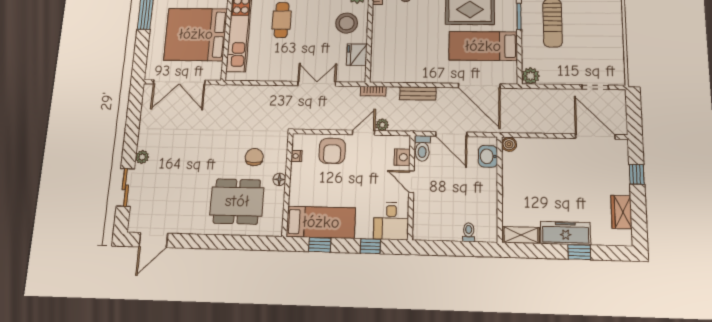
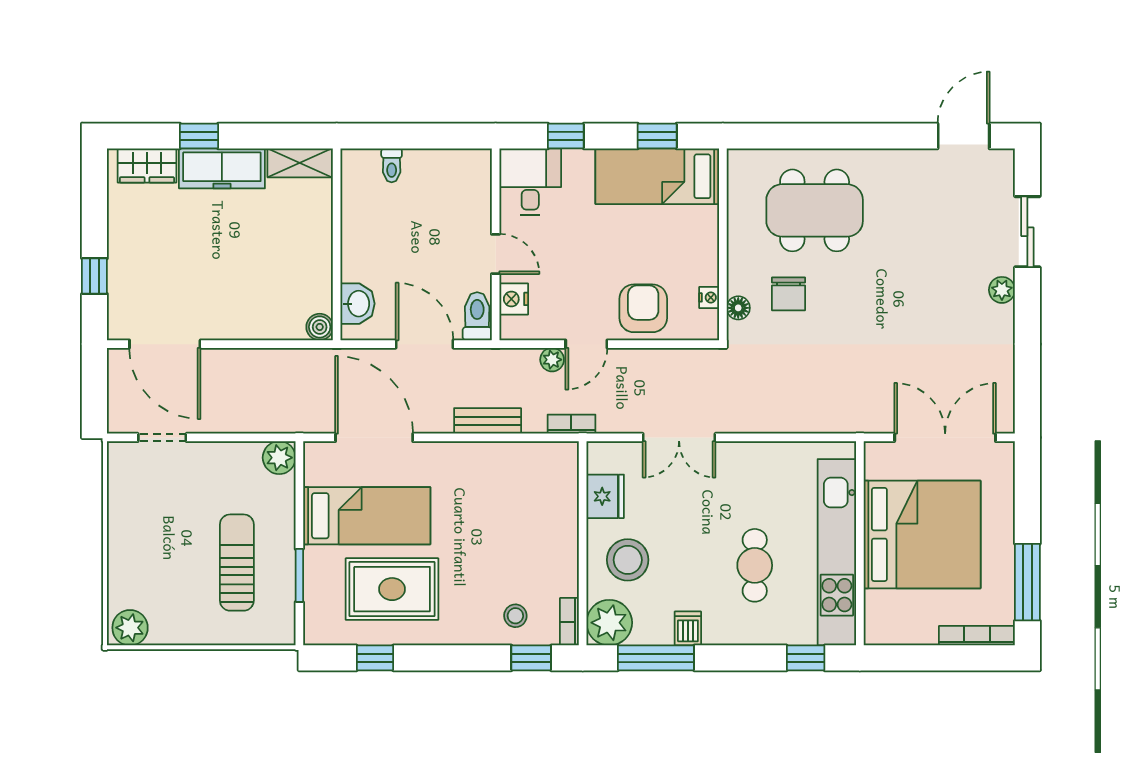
floor lamp: (279, 179) -> (738, 308), moved
wardrobe: (621, 212) -> (147, 166), moved, turned 90

